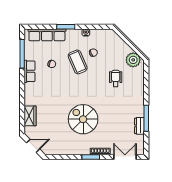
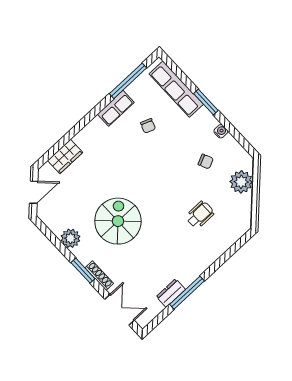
plant: (133, 60) -> (241, 182), moved
coffee table: (78, 62) -> (178, 153), removed
door: (33, 146) -> (34, 192), hinge flipped
plant: (70, 149) -> (70, 238), added

